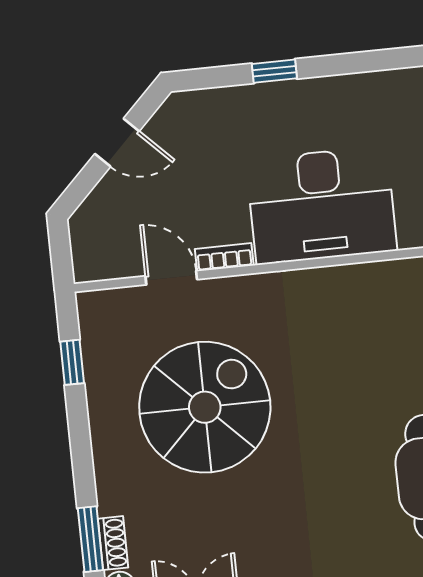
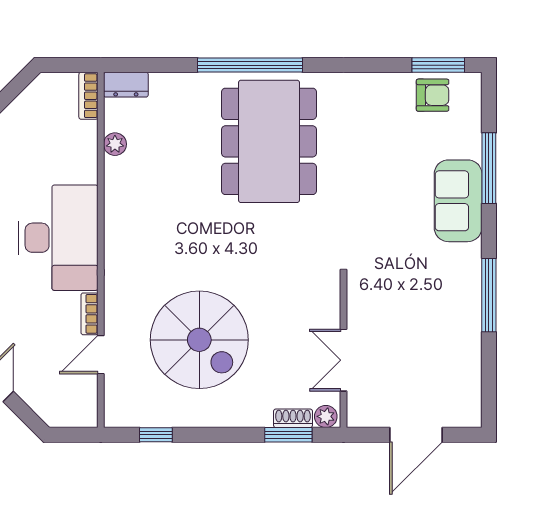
spiral stairs: (205, 407) -> (199, 340), turned 180

